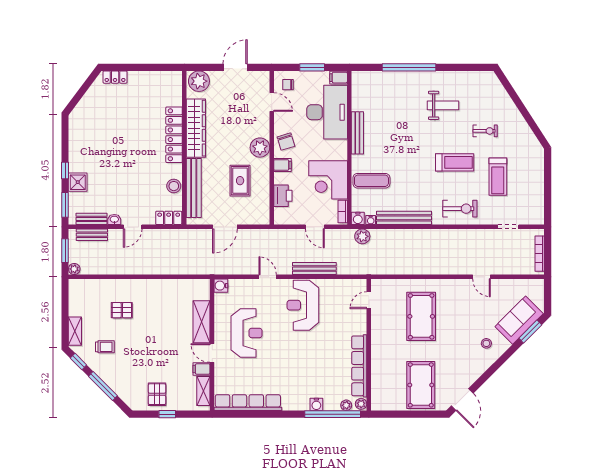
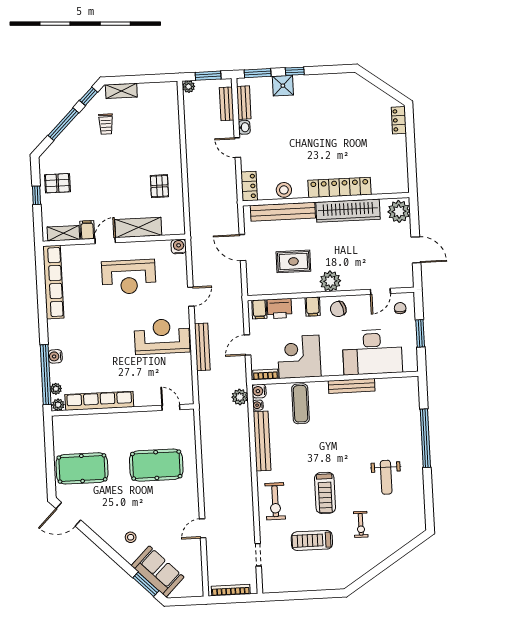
filing cabinet: (339, 78) -> (259, 309), moved, turned 180
pallet: (122, 310) -> (159, 186), moved

